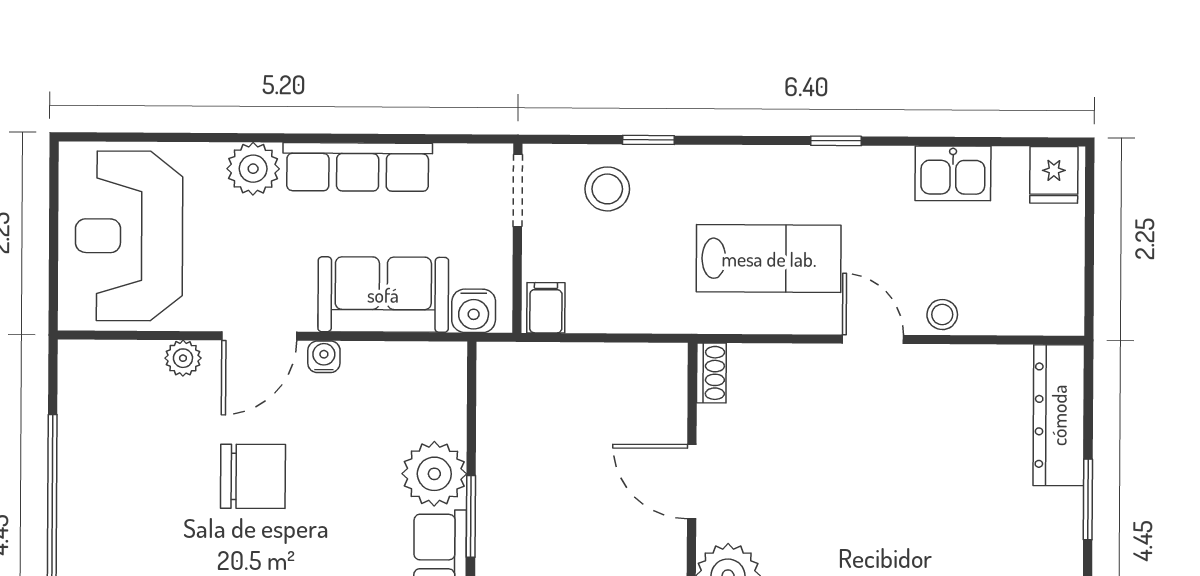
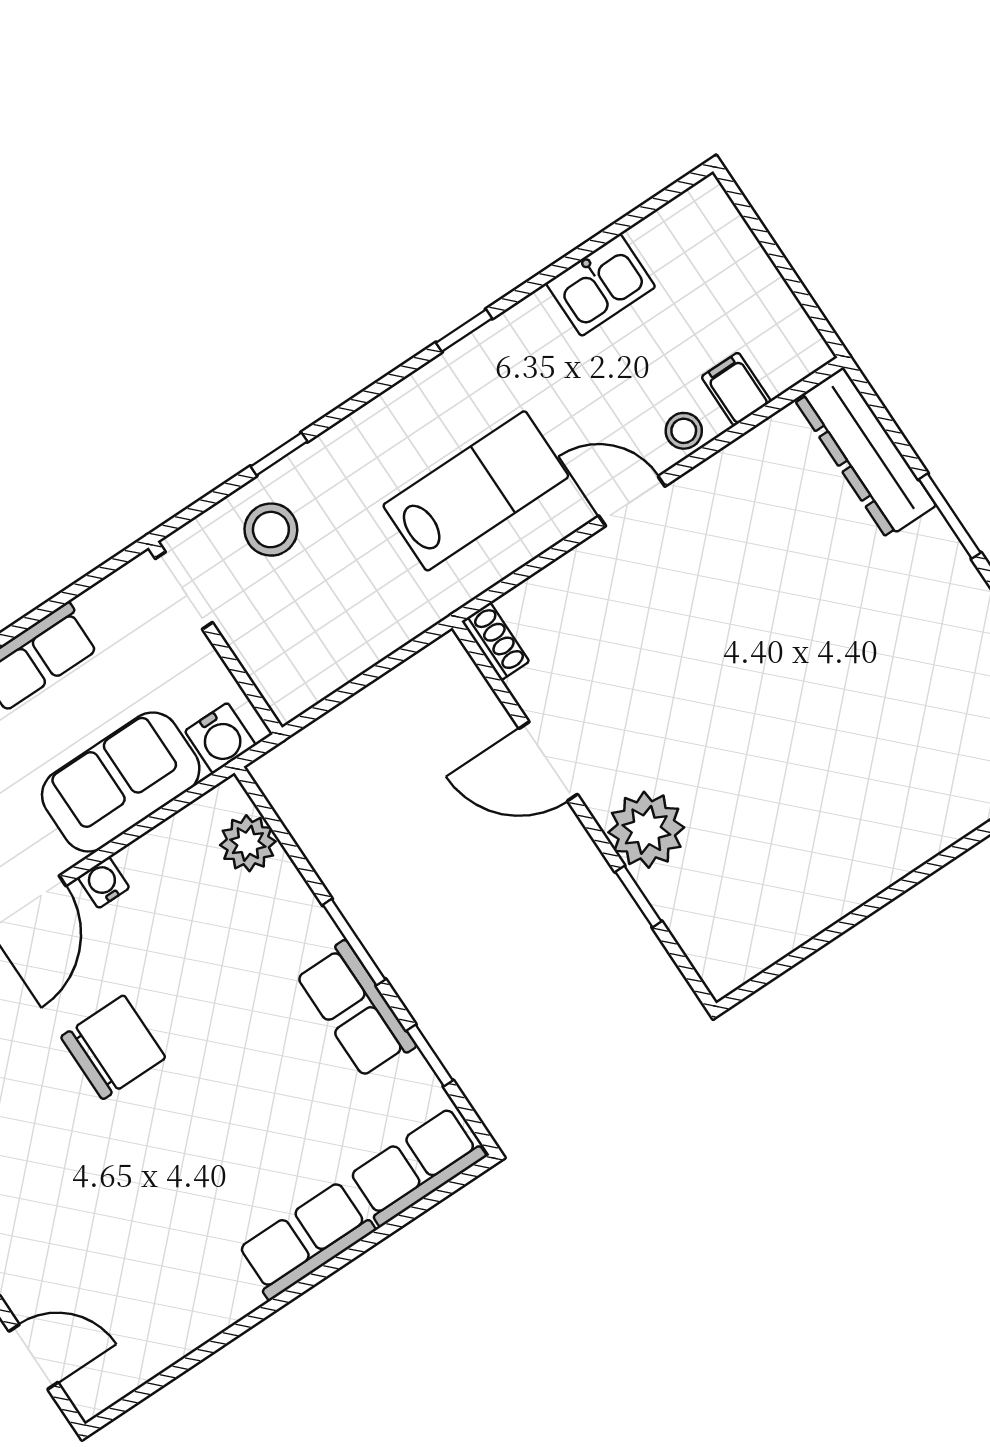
fridge: (1054, 175) -> (701, 219), removed
filing cabinet: (546, 308) -> (736, 389), moved
plant: (434, 474) -> (248, 843), moved, width x0.73, depth x0.73

